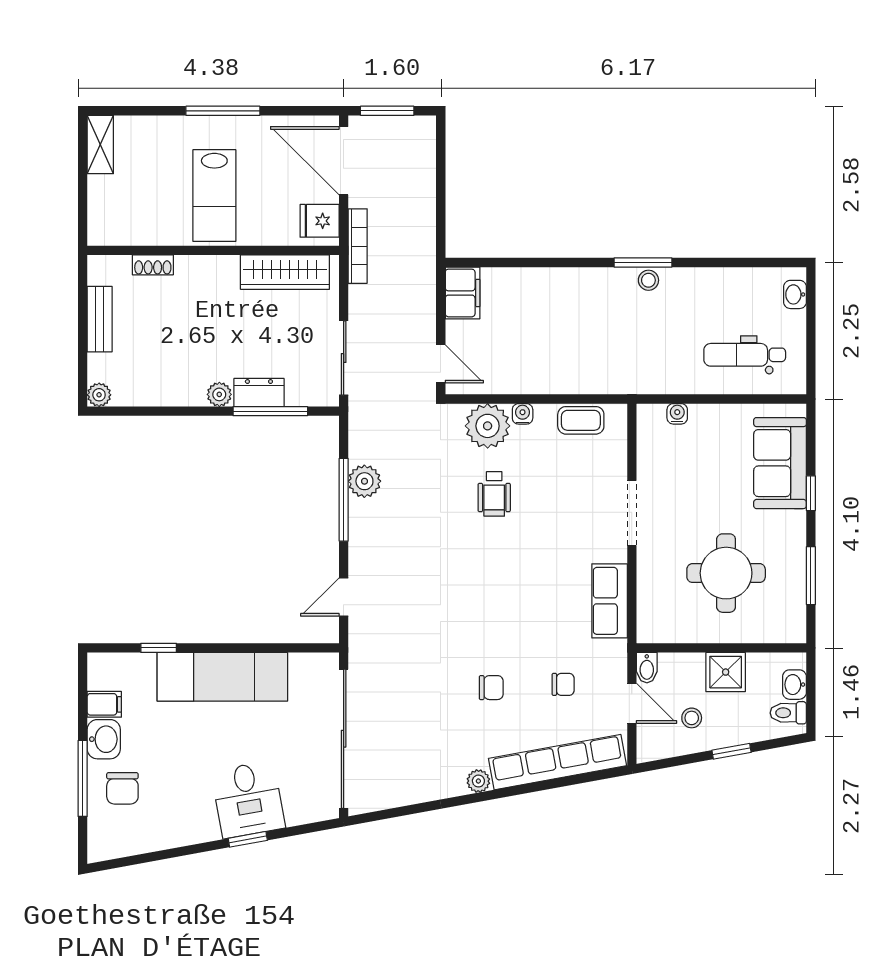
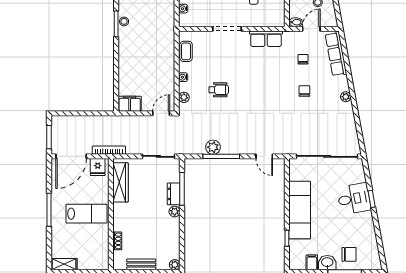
plant: (488, 426) -> (184, 97), width x0.53, depth x0.53
row of seats: (558, 762) -> (336, 54), width x0.73

